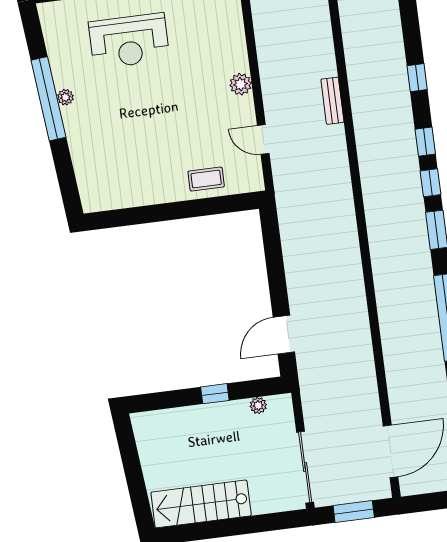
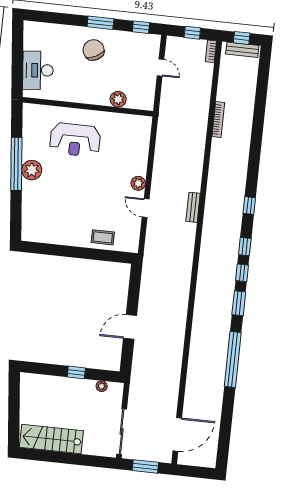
plant: (65, 97) -> (32, 170), width x1.88, depth x1.88
door: (263, 140) -> (146, 208), moved
door: (284, 335) -> (130, 327), moved

